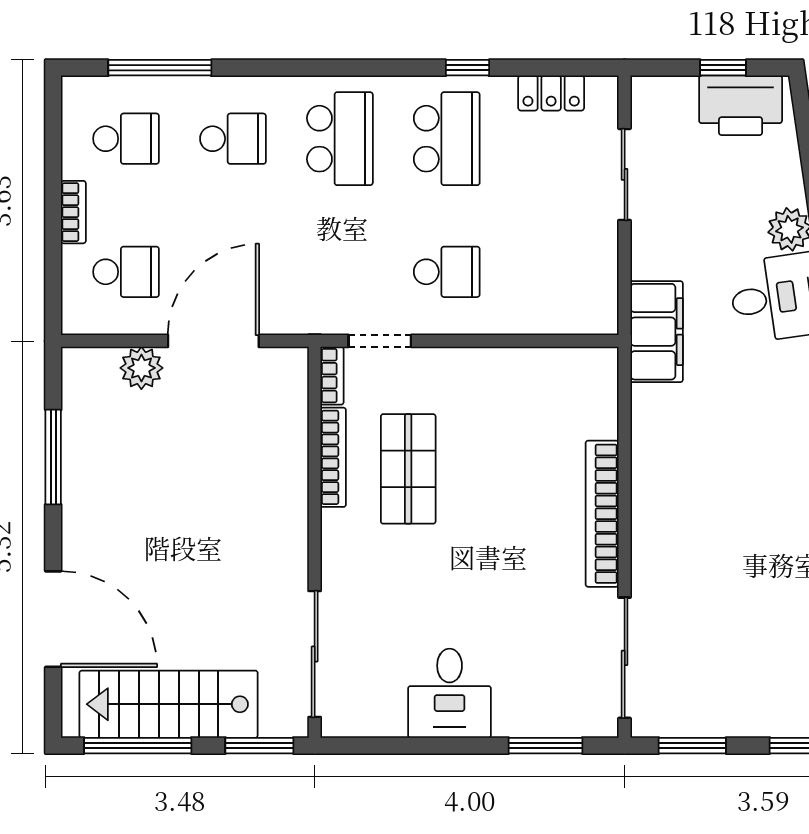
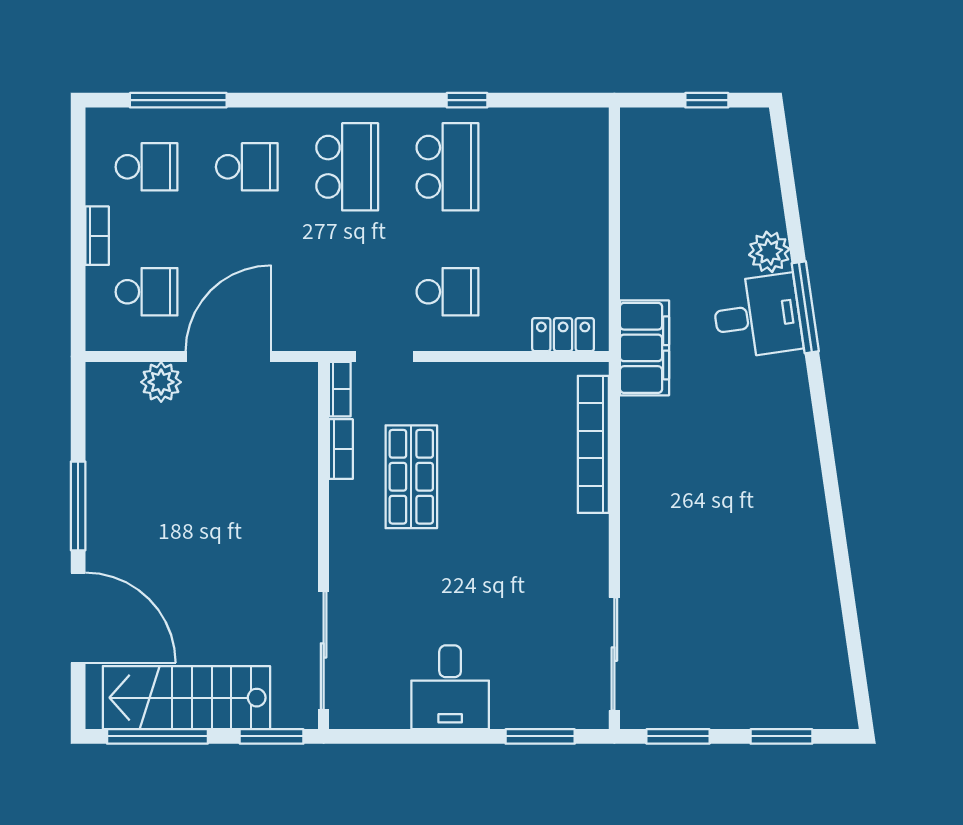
locker: (551, 93) -> (563, 335), moved, turned 180
printer: (741, 105) -> (723, 135), removed
sliding door: (625, 174) -> (614, 200), removed
window: (53, 457) -> (78, 506), moved
bookcase: (333, 457) -> (341, 449), width x0.64
bookcase: (602, 514) -> (593, 444), moved

